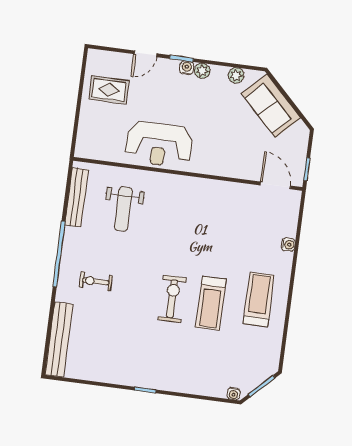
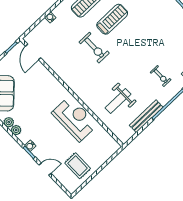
plant: (202, 71) -> (16, 130), moved
bench: (77, 197) -> (146, 116), moved
weight bench: (123, 209) -> (118, 101), turned 180
exercise bike: (172, 299) -> (94, 48), moved, turned -90

